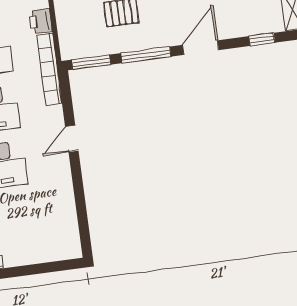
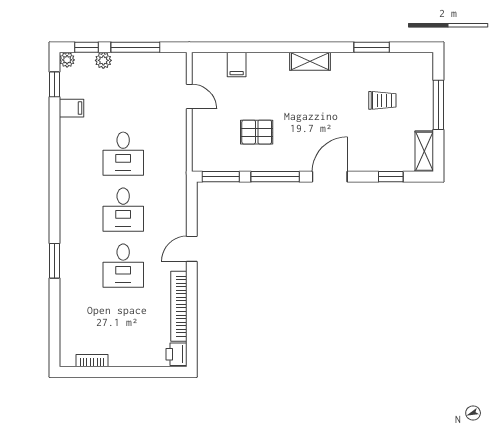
printer: (41, 21) -> (176, 354), moved
bookcase: (49, 69) -> (179, 306), moved

